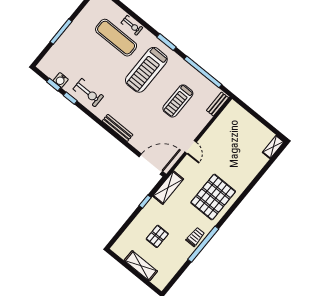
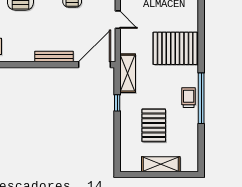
bench: (117, 128) -> (54, 57), moved
pallet: (213, 197) -> (175, 48), turned 90
pallet: (157, 236) -> (154, 125), width x1.50, depth x1.42

